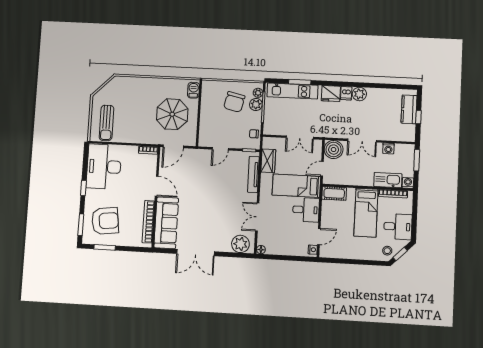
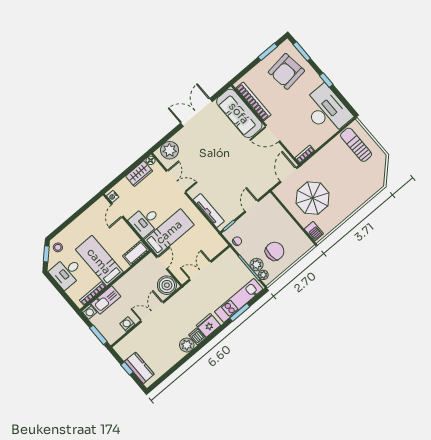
chair: (234, 102) -> (275, 251), turned 75
wardrobe: (268, 161) -> (139, 174), moved, turned -90

